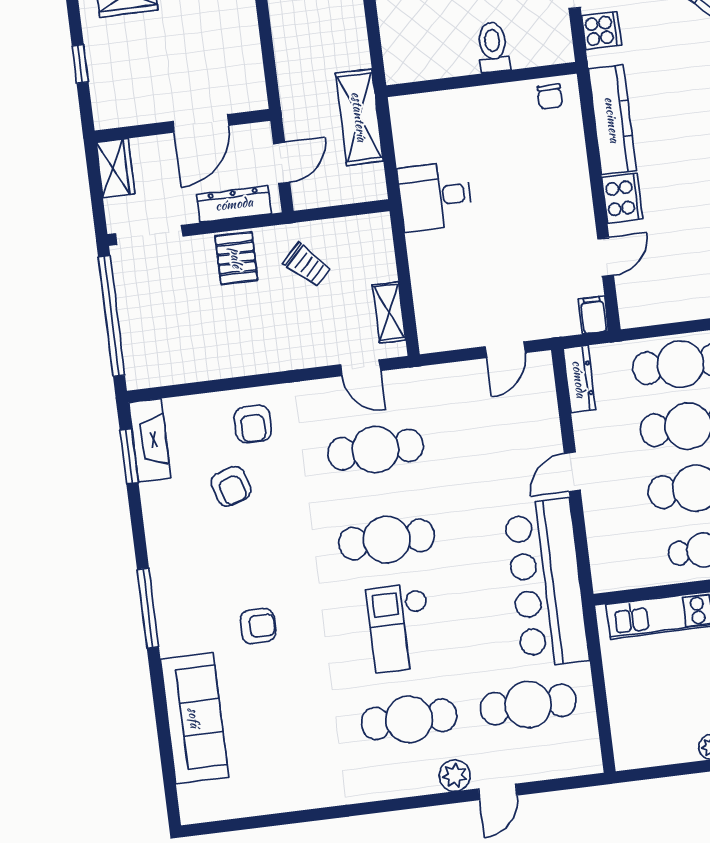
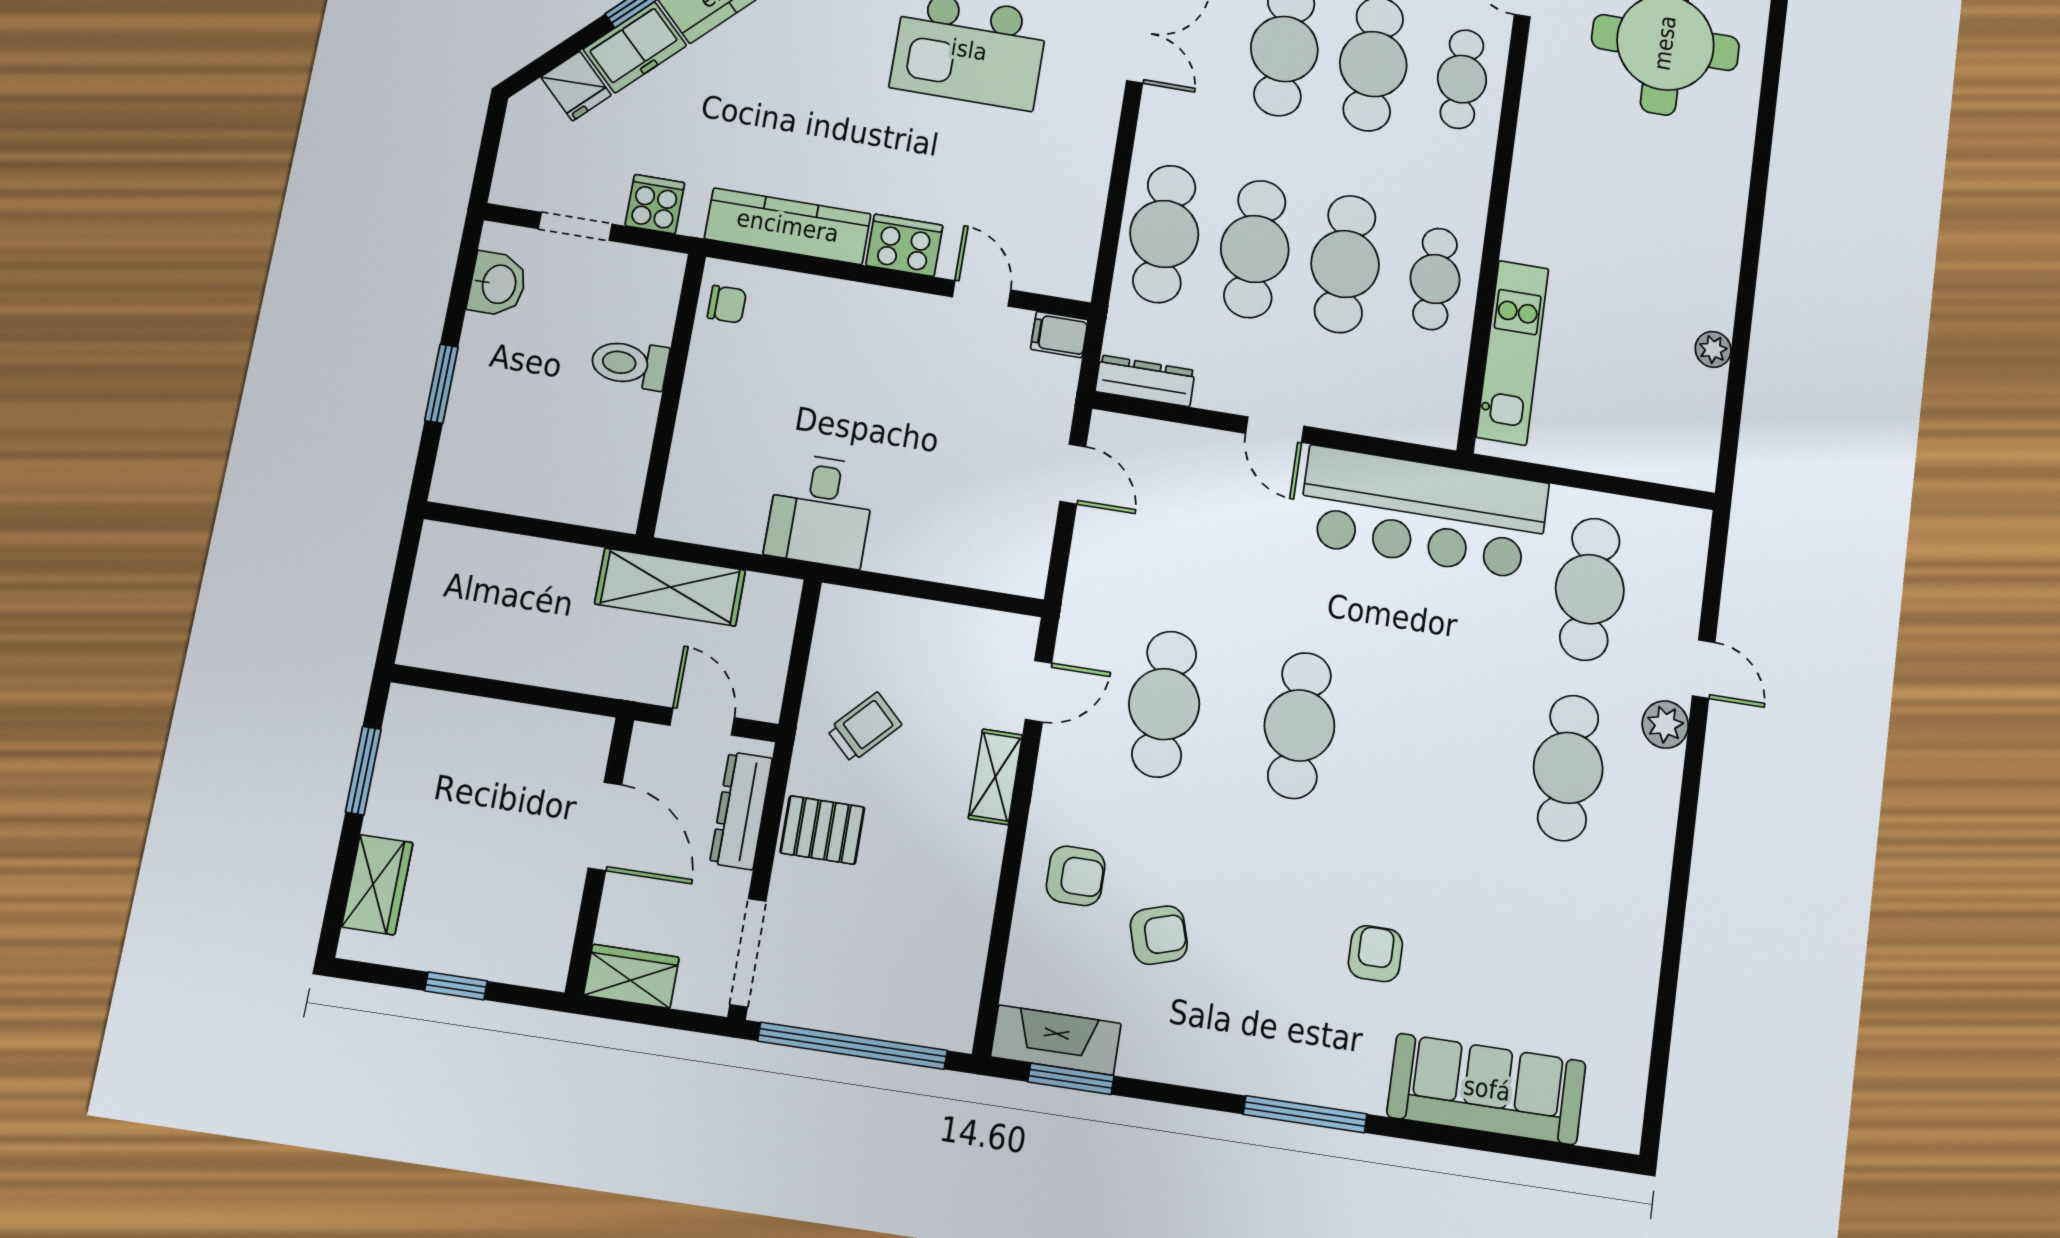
shelving: (389, 312) -> (995, 777), moved, turned 90
checkout: (400, 628) -> (1433, 743), removed

